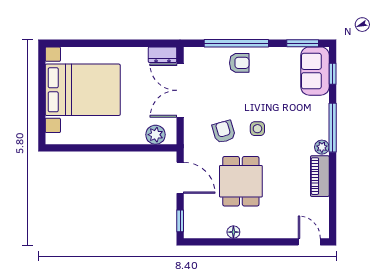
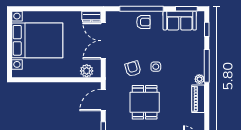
sofa: (315, 71) -> (180, 21), moved, turned -90
door: (180, 178) -> (103, 100), swing flipped

